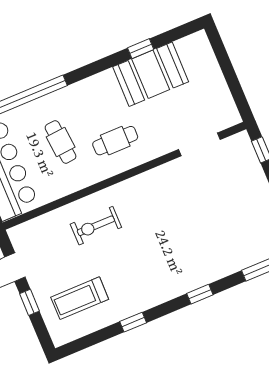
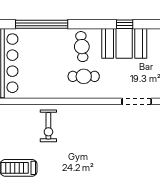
cafe table: (61, 142) -> (82, 47), moved
exercise bike: (96, 226) -> (48, 126), turned -90

